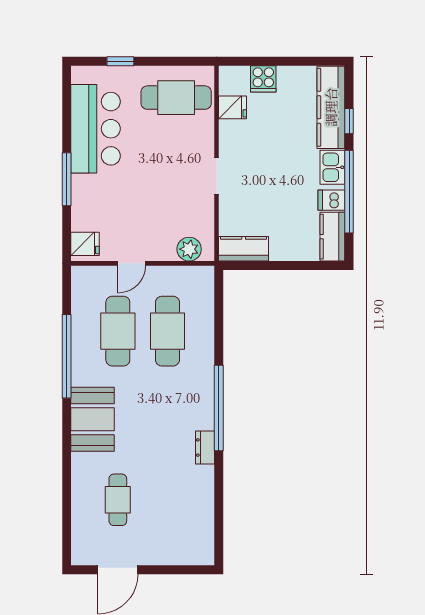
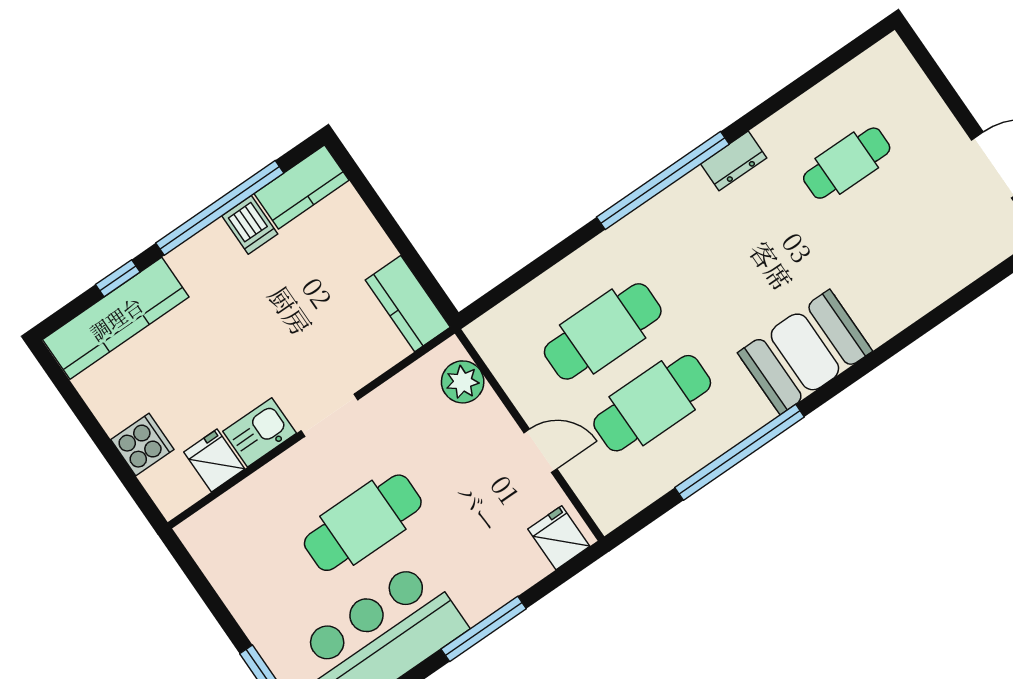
cafe table: (176, 98) -> (363, 523), moved, turned 90
kitchen sink: (332, 167) -> (260, 432), moved, turned 180
cafe table: (118, 500) -> (847, 163), moved

